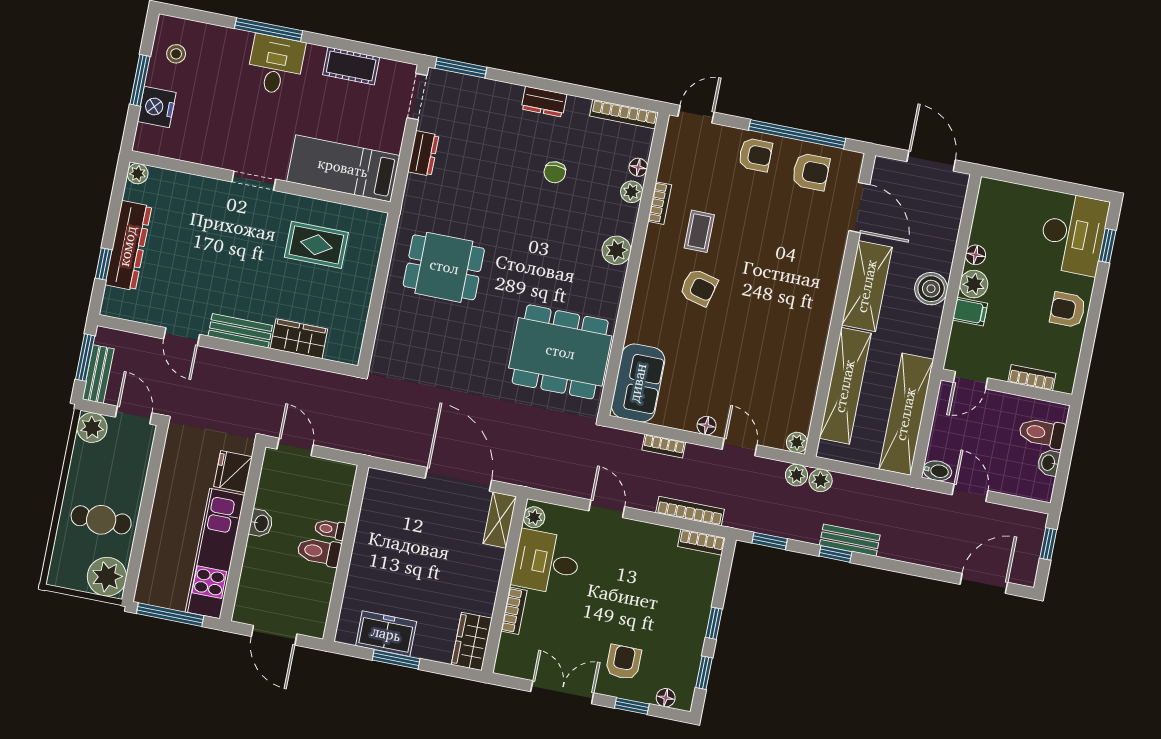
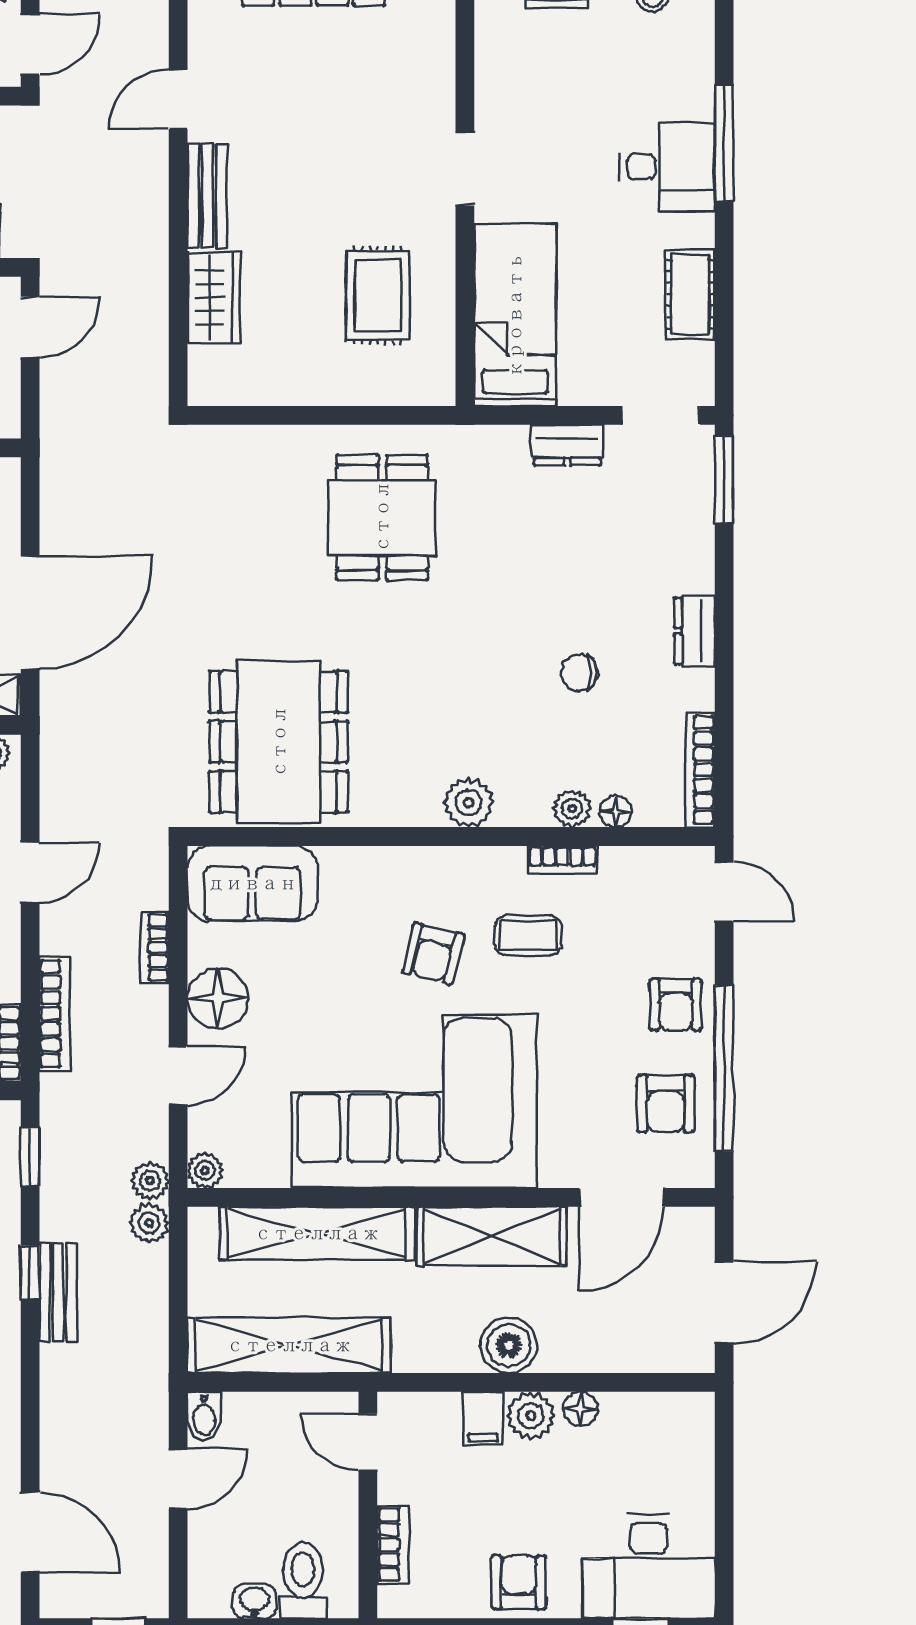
corner sofa: (781, 315) -> (414, 1101), added
floor lamp: (707, 426) -> (218, 998), width x1.89, depth x1.89

